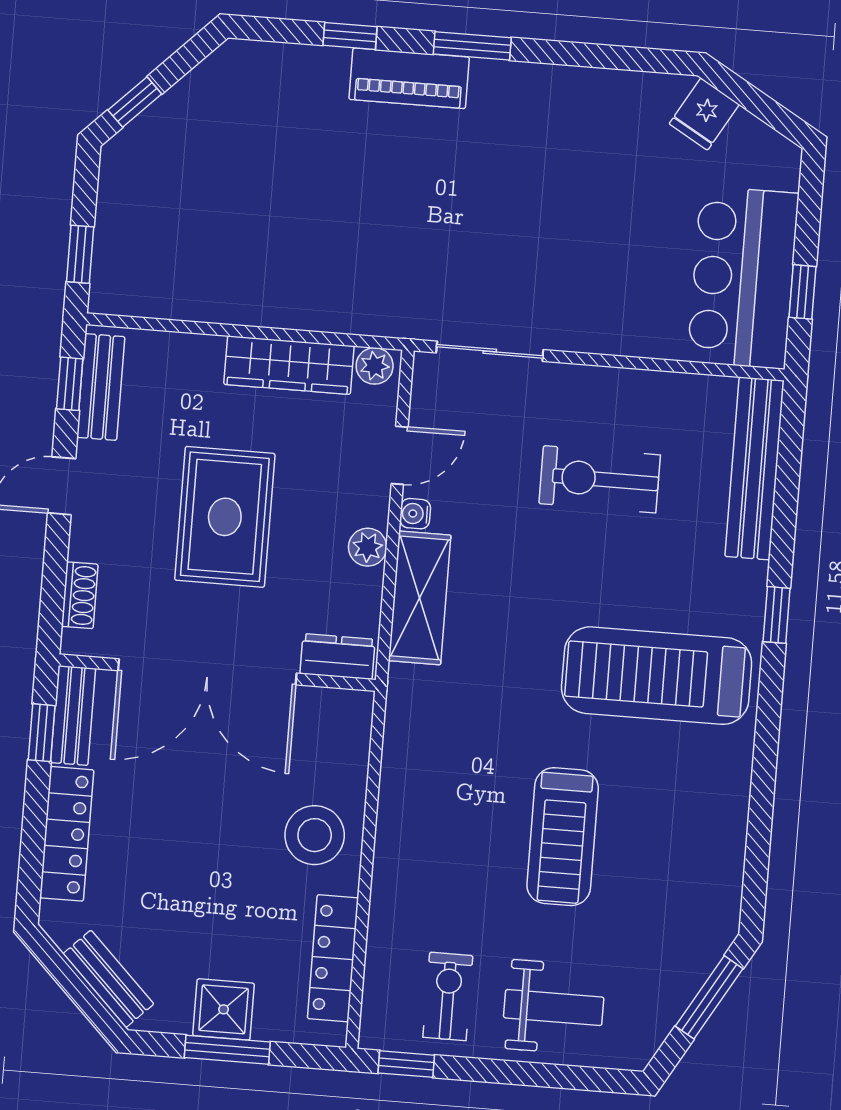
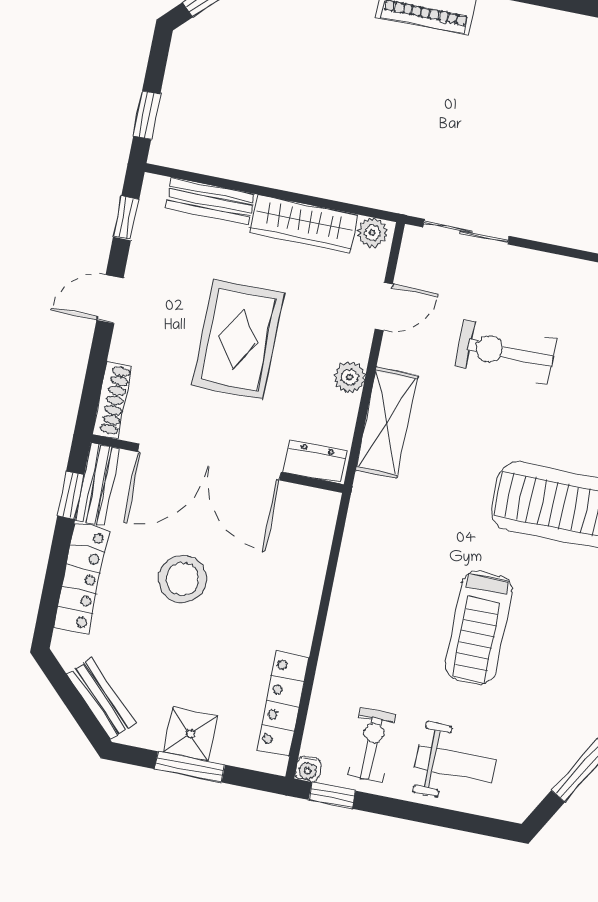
bench: (101, 387) -> (210, 201), moved, turned 90
exercise bike: (600, 479) -> (506, 352), moved
water cooler: (415, 514) -> (308, 769), moved, turned -90
shoe rack: (80, 595) -> (112, 400), width x1.43
stool: (315, 835) -> (183, 579), moved

